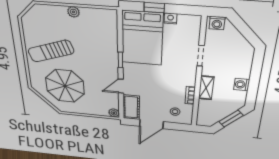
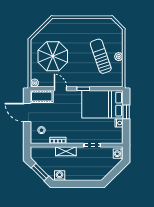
sun lounger: (51, 51) -> (101, 56), moved
washing machine: (242, 85) -> (60, 176), moved
parasol: (65, 86) -> (53, 56), moved

